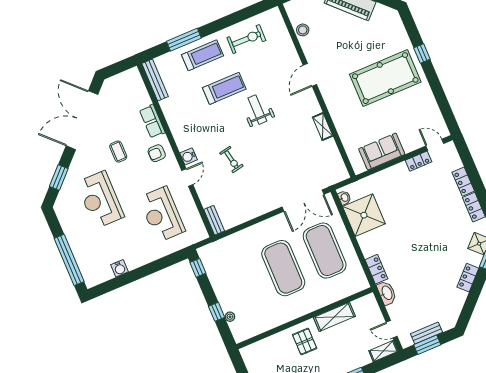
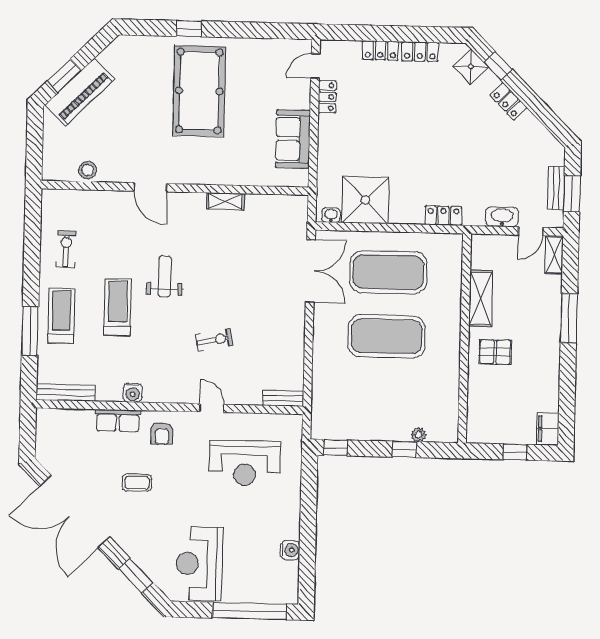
exercise bike: (246, 39) -> (66, 249), width x0.73, depth x0.72
weight bench: (257, 110) -> (165, 276), turned 90
water cooler: (188, 156) -> (133, 393), moved
reception desk: (100, 200) -> (199, 564), moved, turned 90
washbasin: (387, 293) -> (502, 217), moved

